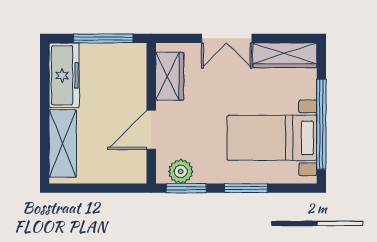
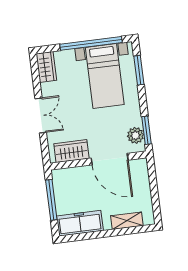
wardrobe: (285, 55) -> (46, 67), width x0.67
door: (151, 130) -> (110, 159), width x1.36
shelving: (63, 144) -> (127, 221), width x0.67, depth x0.75
window: (246, 188) -> (139, 70), moved

